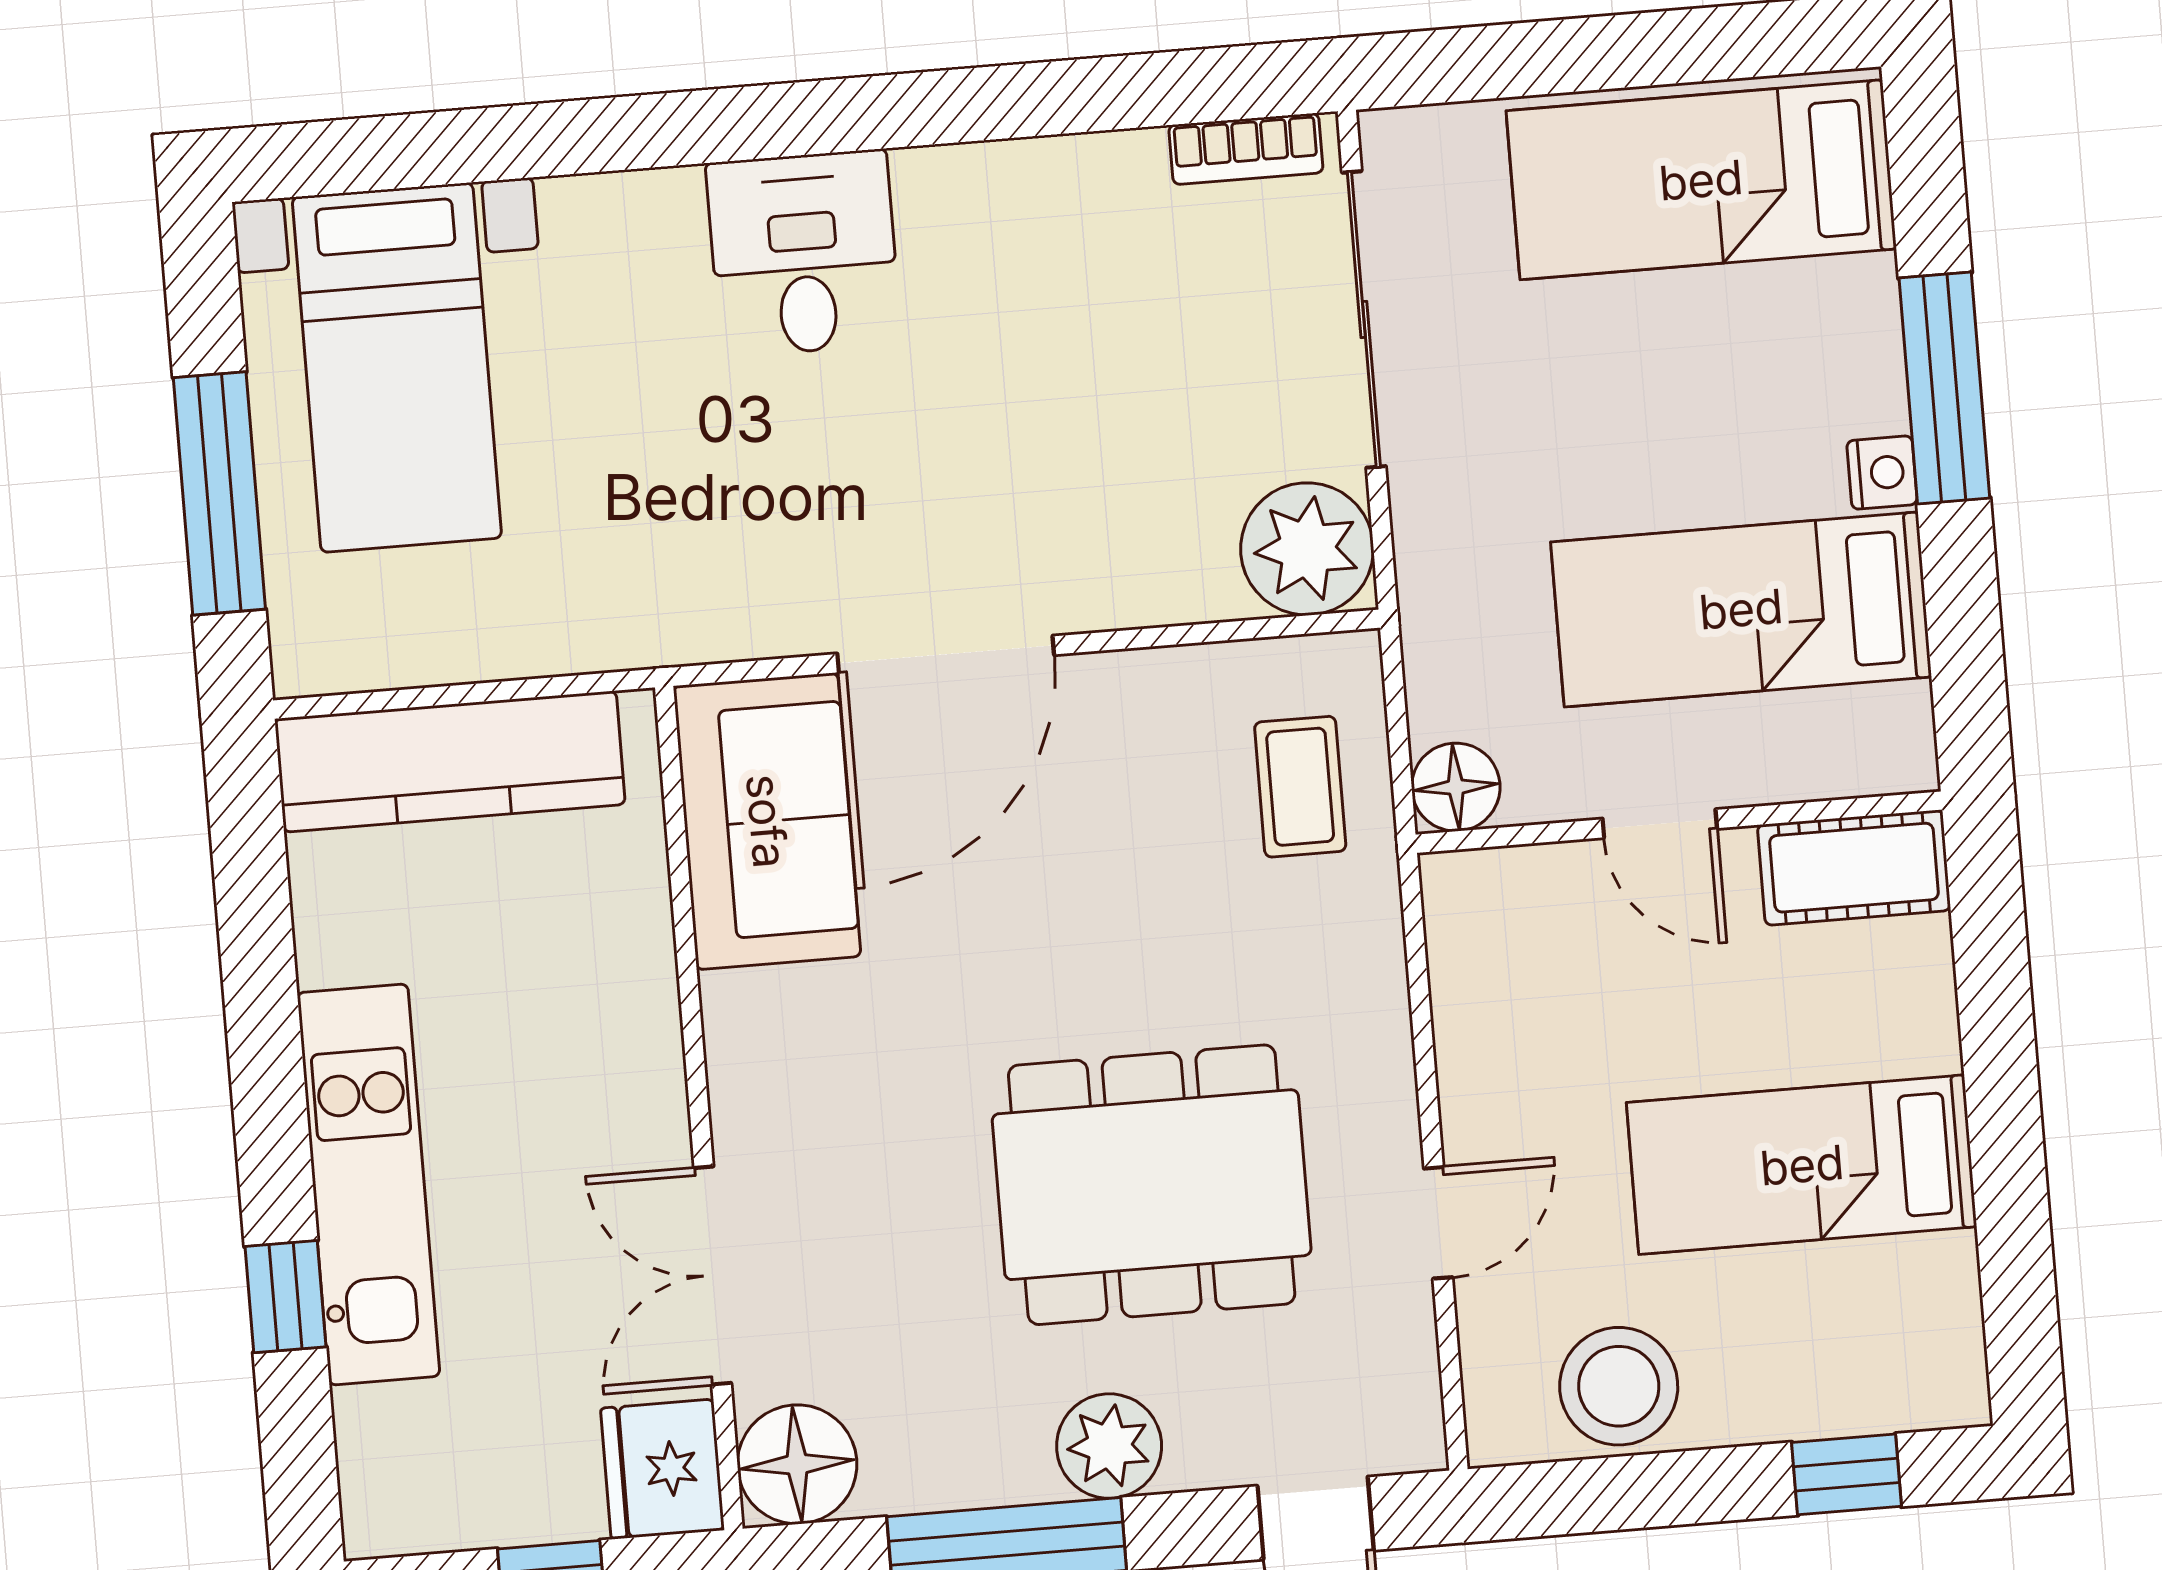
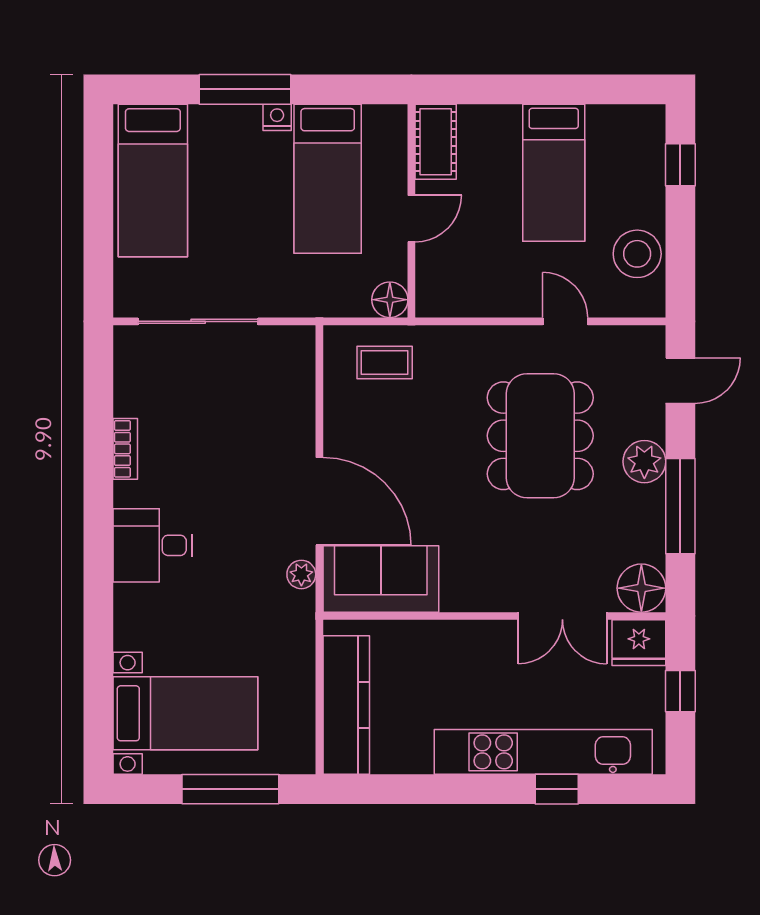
bookcase: (1246, 149) -> (125, 449), moved
plant: (1307, 549) -> (301, 574), moved, width x0.53, depth x0.53
kitchen unit: (368, 1184) -> (543, 752), width x1.36

